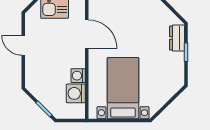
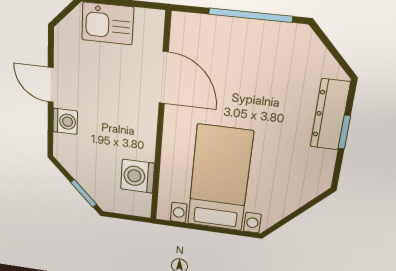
dresser: (177, 38) -> (330, 115), width x1.44
washing machine: (78, 76) -> (65, 121), moved, turned 180

